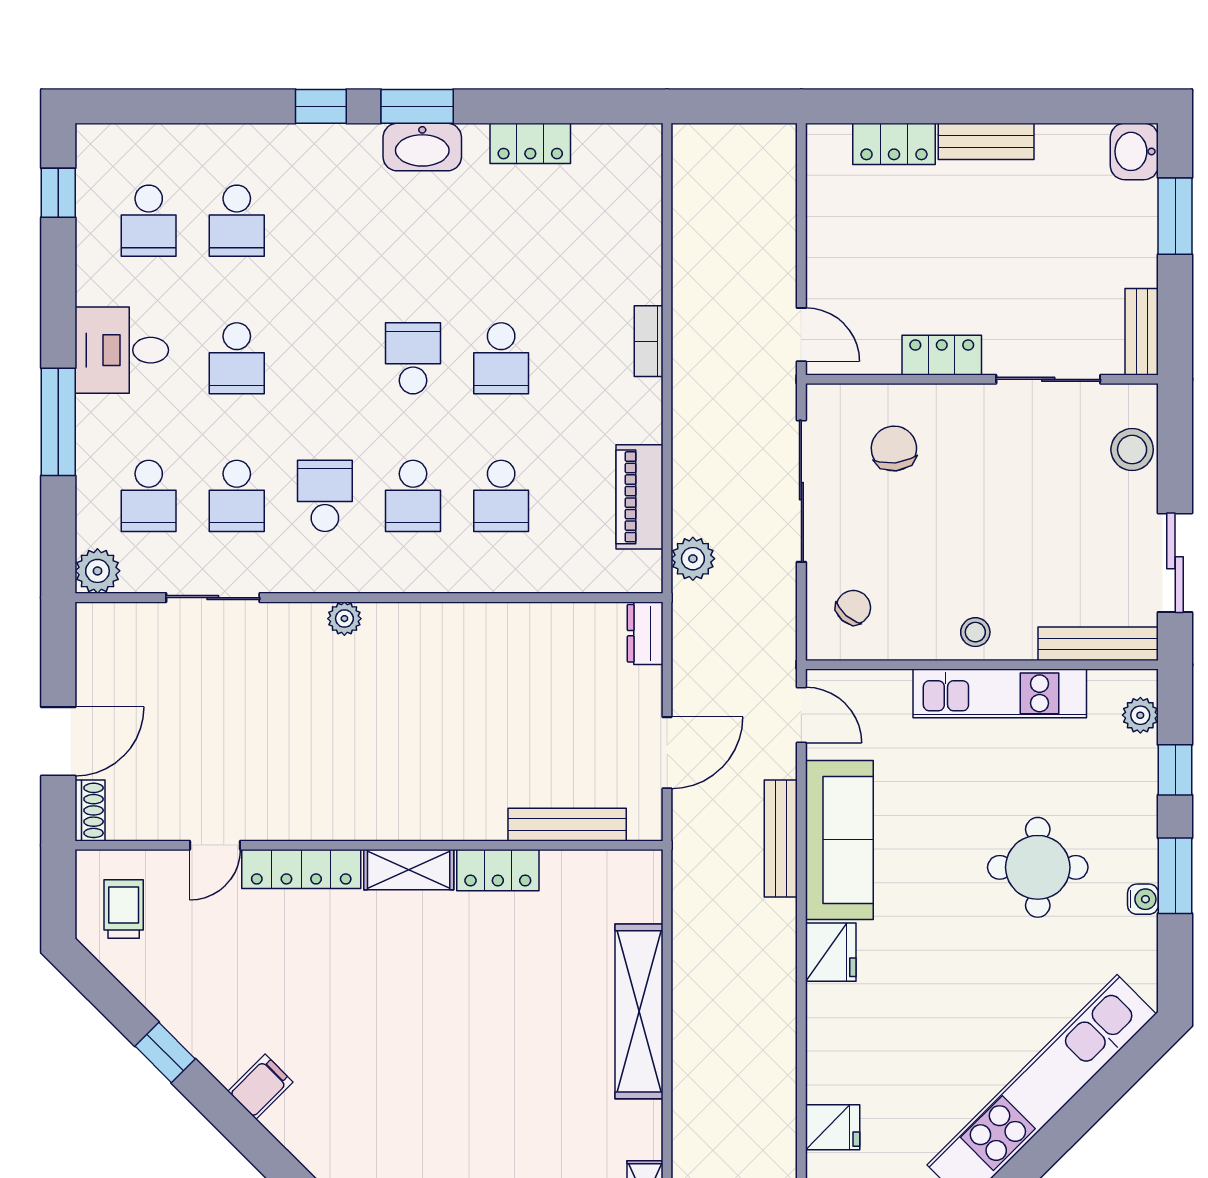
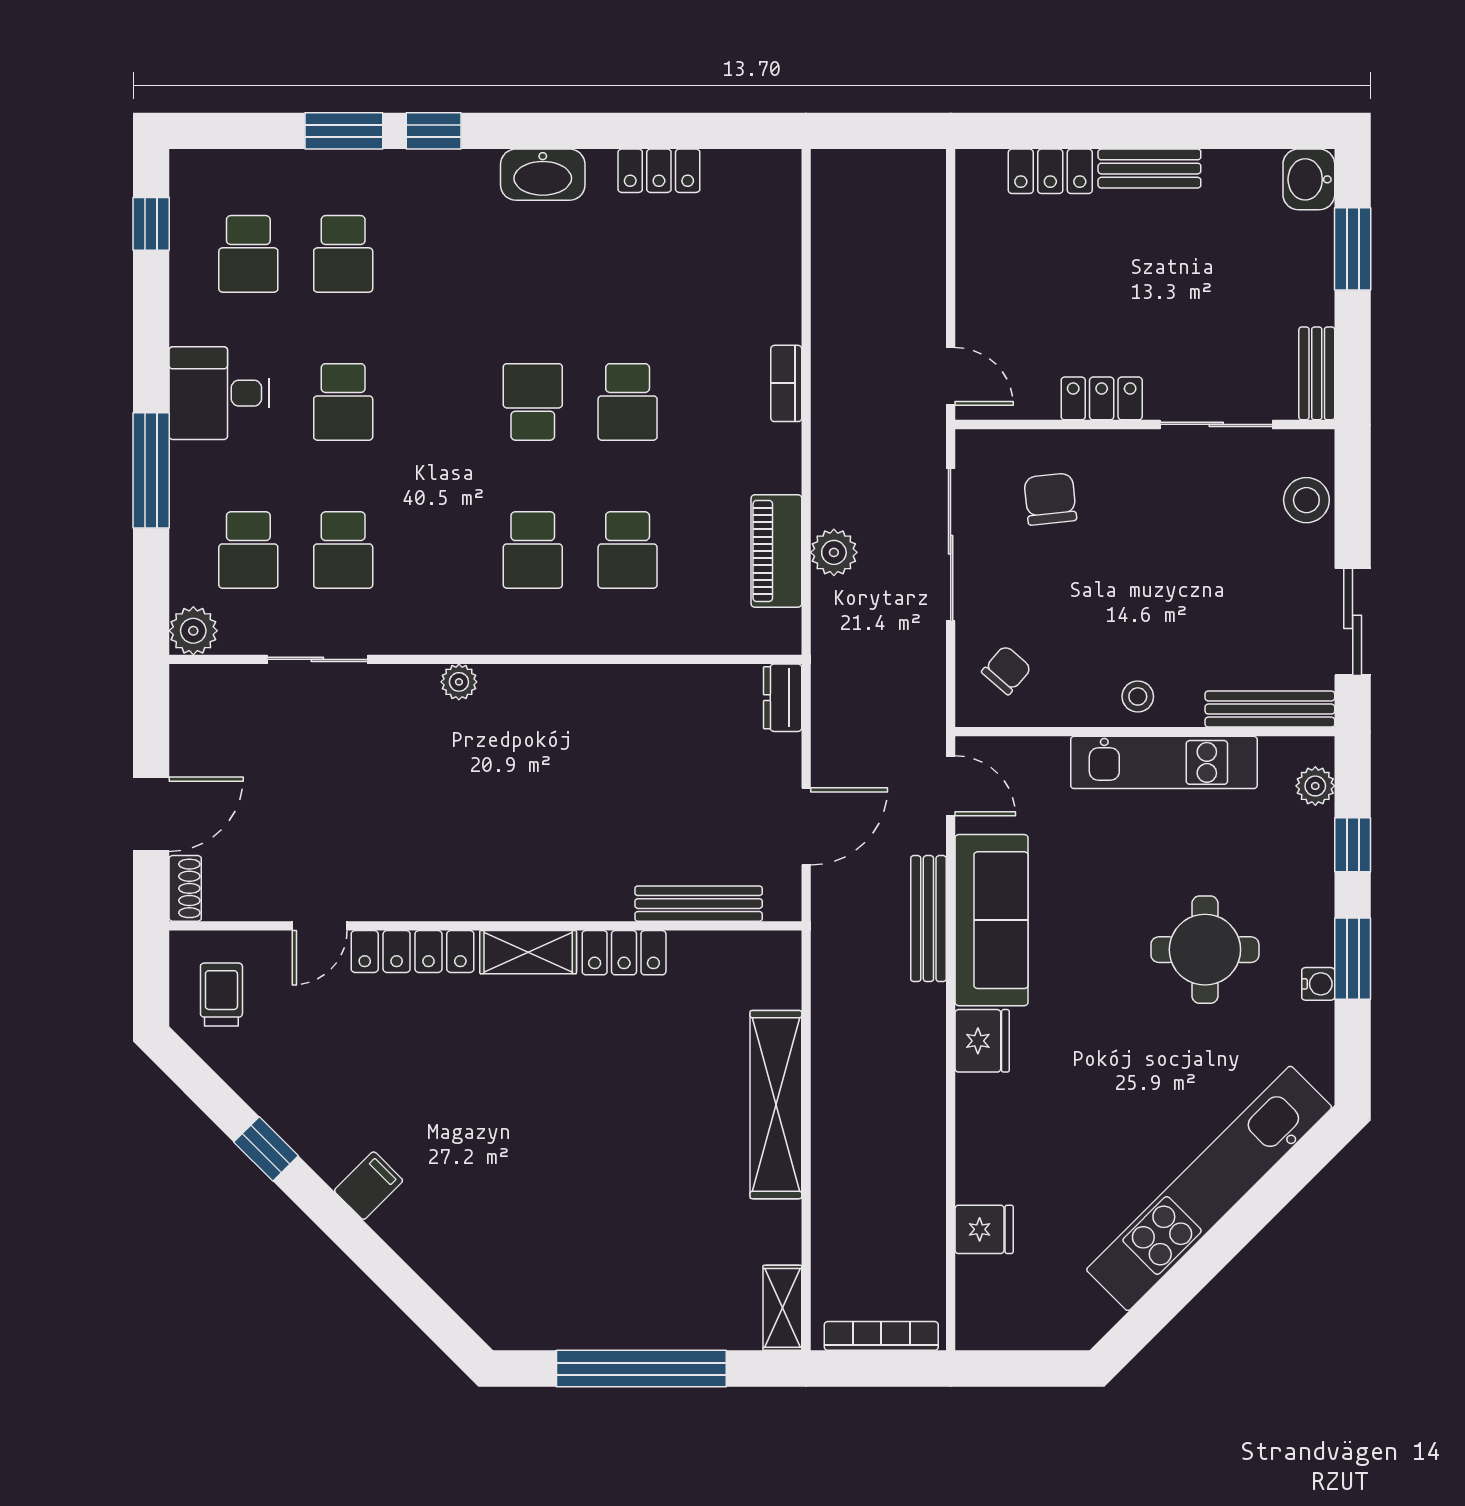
window: (417, 106) -> (344, 131), moved
school desk: (325, 496) -> (438, 550), removed
plant: (693, 559) -> (834, 552), moved

